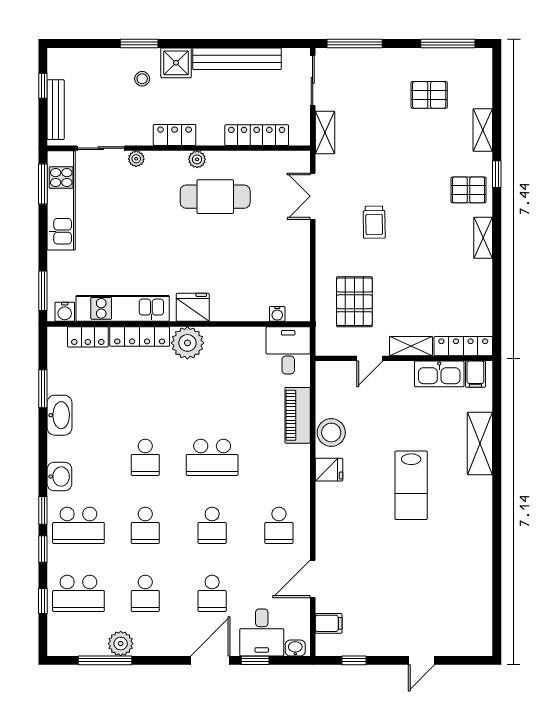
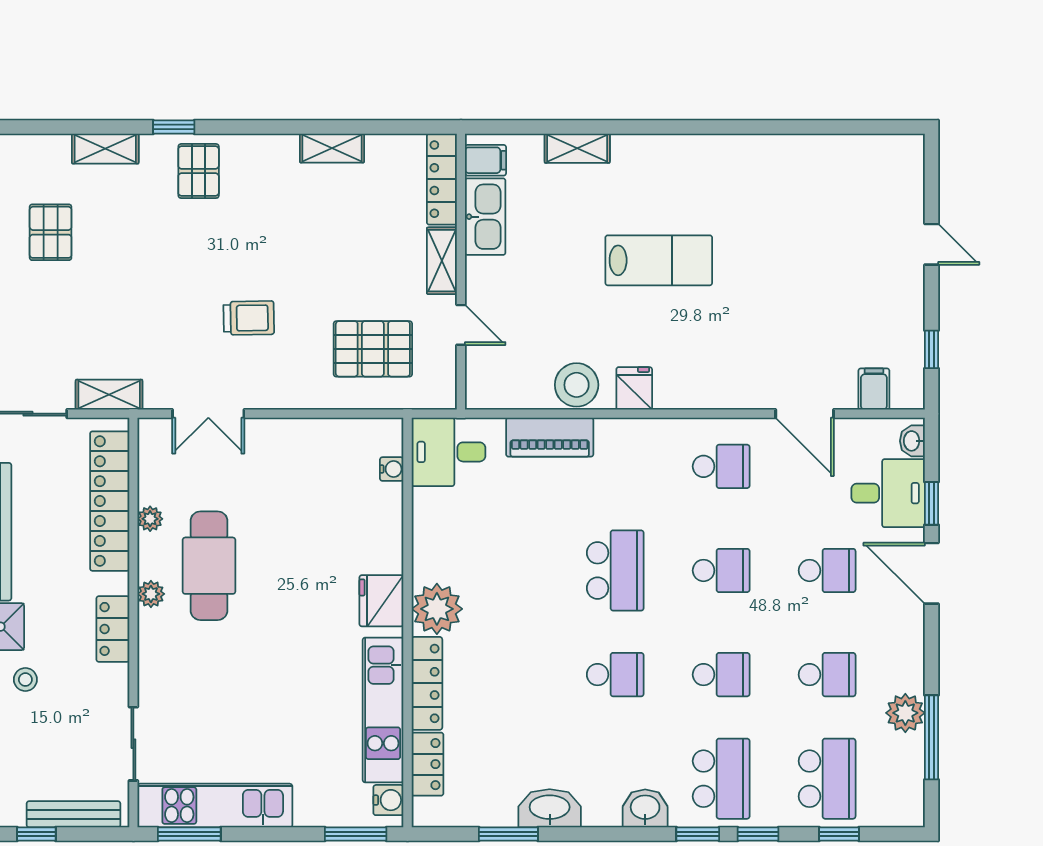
locker: (257, 135) -> (110, 501), width x1.41, depth x1.21
plant: (136, 159) -> (150, 519), moved
shelving: (483, 238) -> (332, 148), moved
shelving: (480, 443) -> (577, 148), width x0.67, depth x0.75

